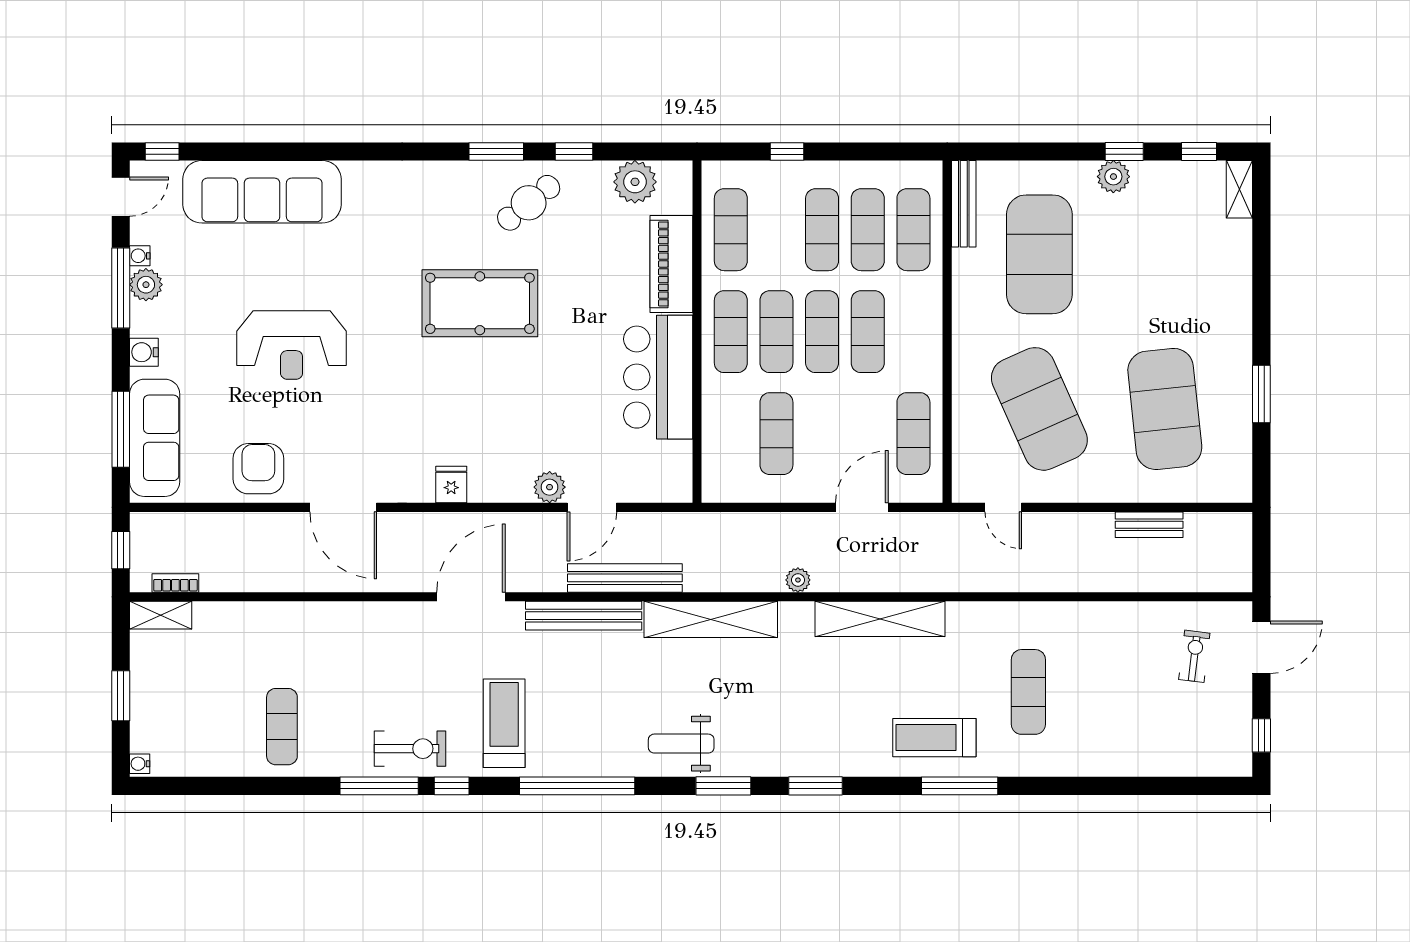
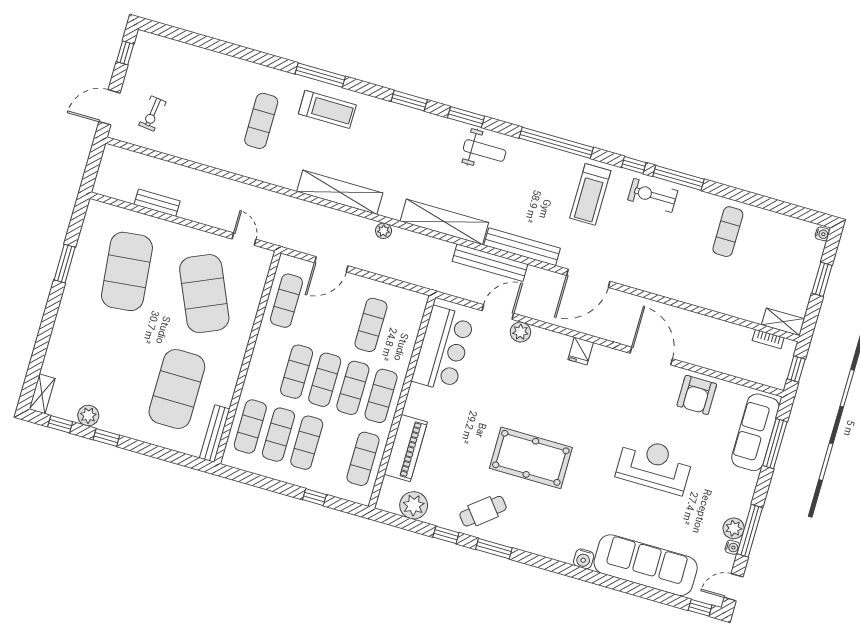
plant: (1113, 177) -> (88, 416), moved
water cooler: (144, 352) -> (584, 559), moved, turned 90
bar counter: (658, 377) -> (443, 349), moved

